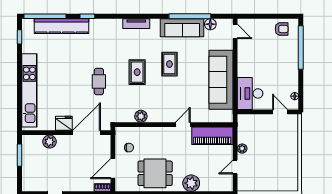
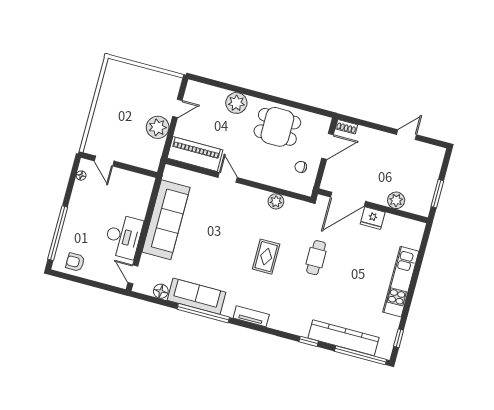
window: (190, 16) -> (203, 313), moved
rug: (169, 64) -> (224, 256), removed
kitchen unit: (29, 90) -> (401, 282), width x0.73
desk: (250, 93) -> (123, 237), moved
door: (183, 125) -> (228, 177), swing flipped
plant: (242, 149) -> (158, 127), width x1.87, depth x1.87

